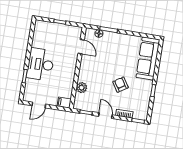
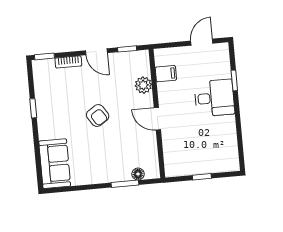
door: (81, 47) -> (157, 119), moved
sofa: (148, 58) -> (55, 164), width x0.73
desk: (41, 64) -> (214, 98), width x0.73
armchair: (120, 85) -> (98, 116), moved
filing cabinet: (64, 103) -> (166, 74), moved

